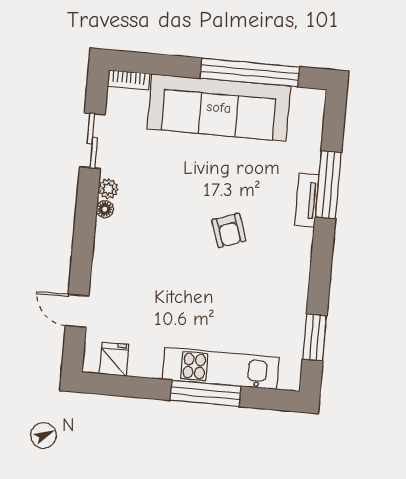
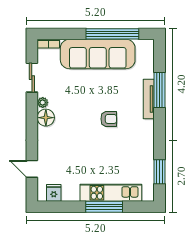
tv unit: (307, 200) -> (149, 99), width x1.41
floor lamp: (105, 209) -> (46, 118), width x1.89, depth x1.89
armchair: (229, 230) -> (109, 119), turned -71

